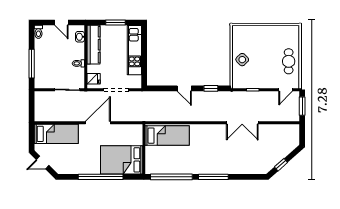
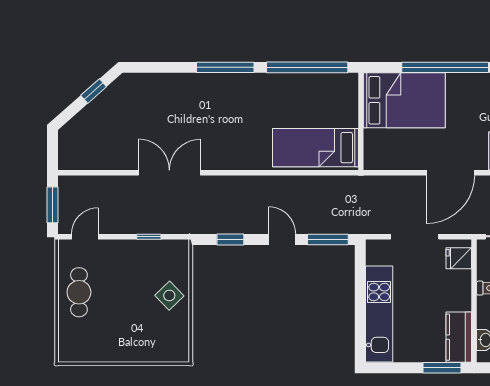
window: (116, 22) -> (442, 368), moved
kitchen counter: (93, 45) -> (459, 337), width x0.67
window: (161, 88) -> (328, 240), added

